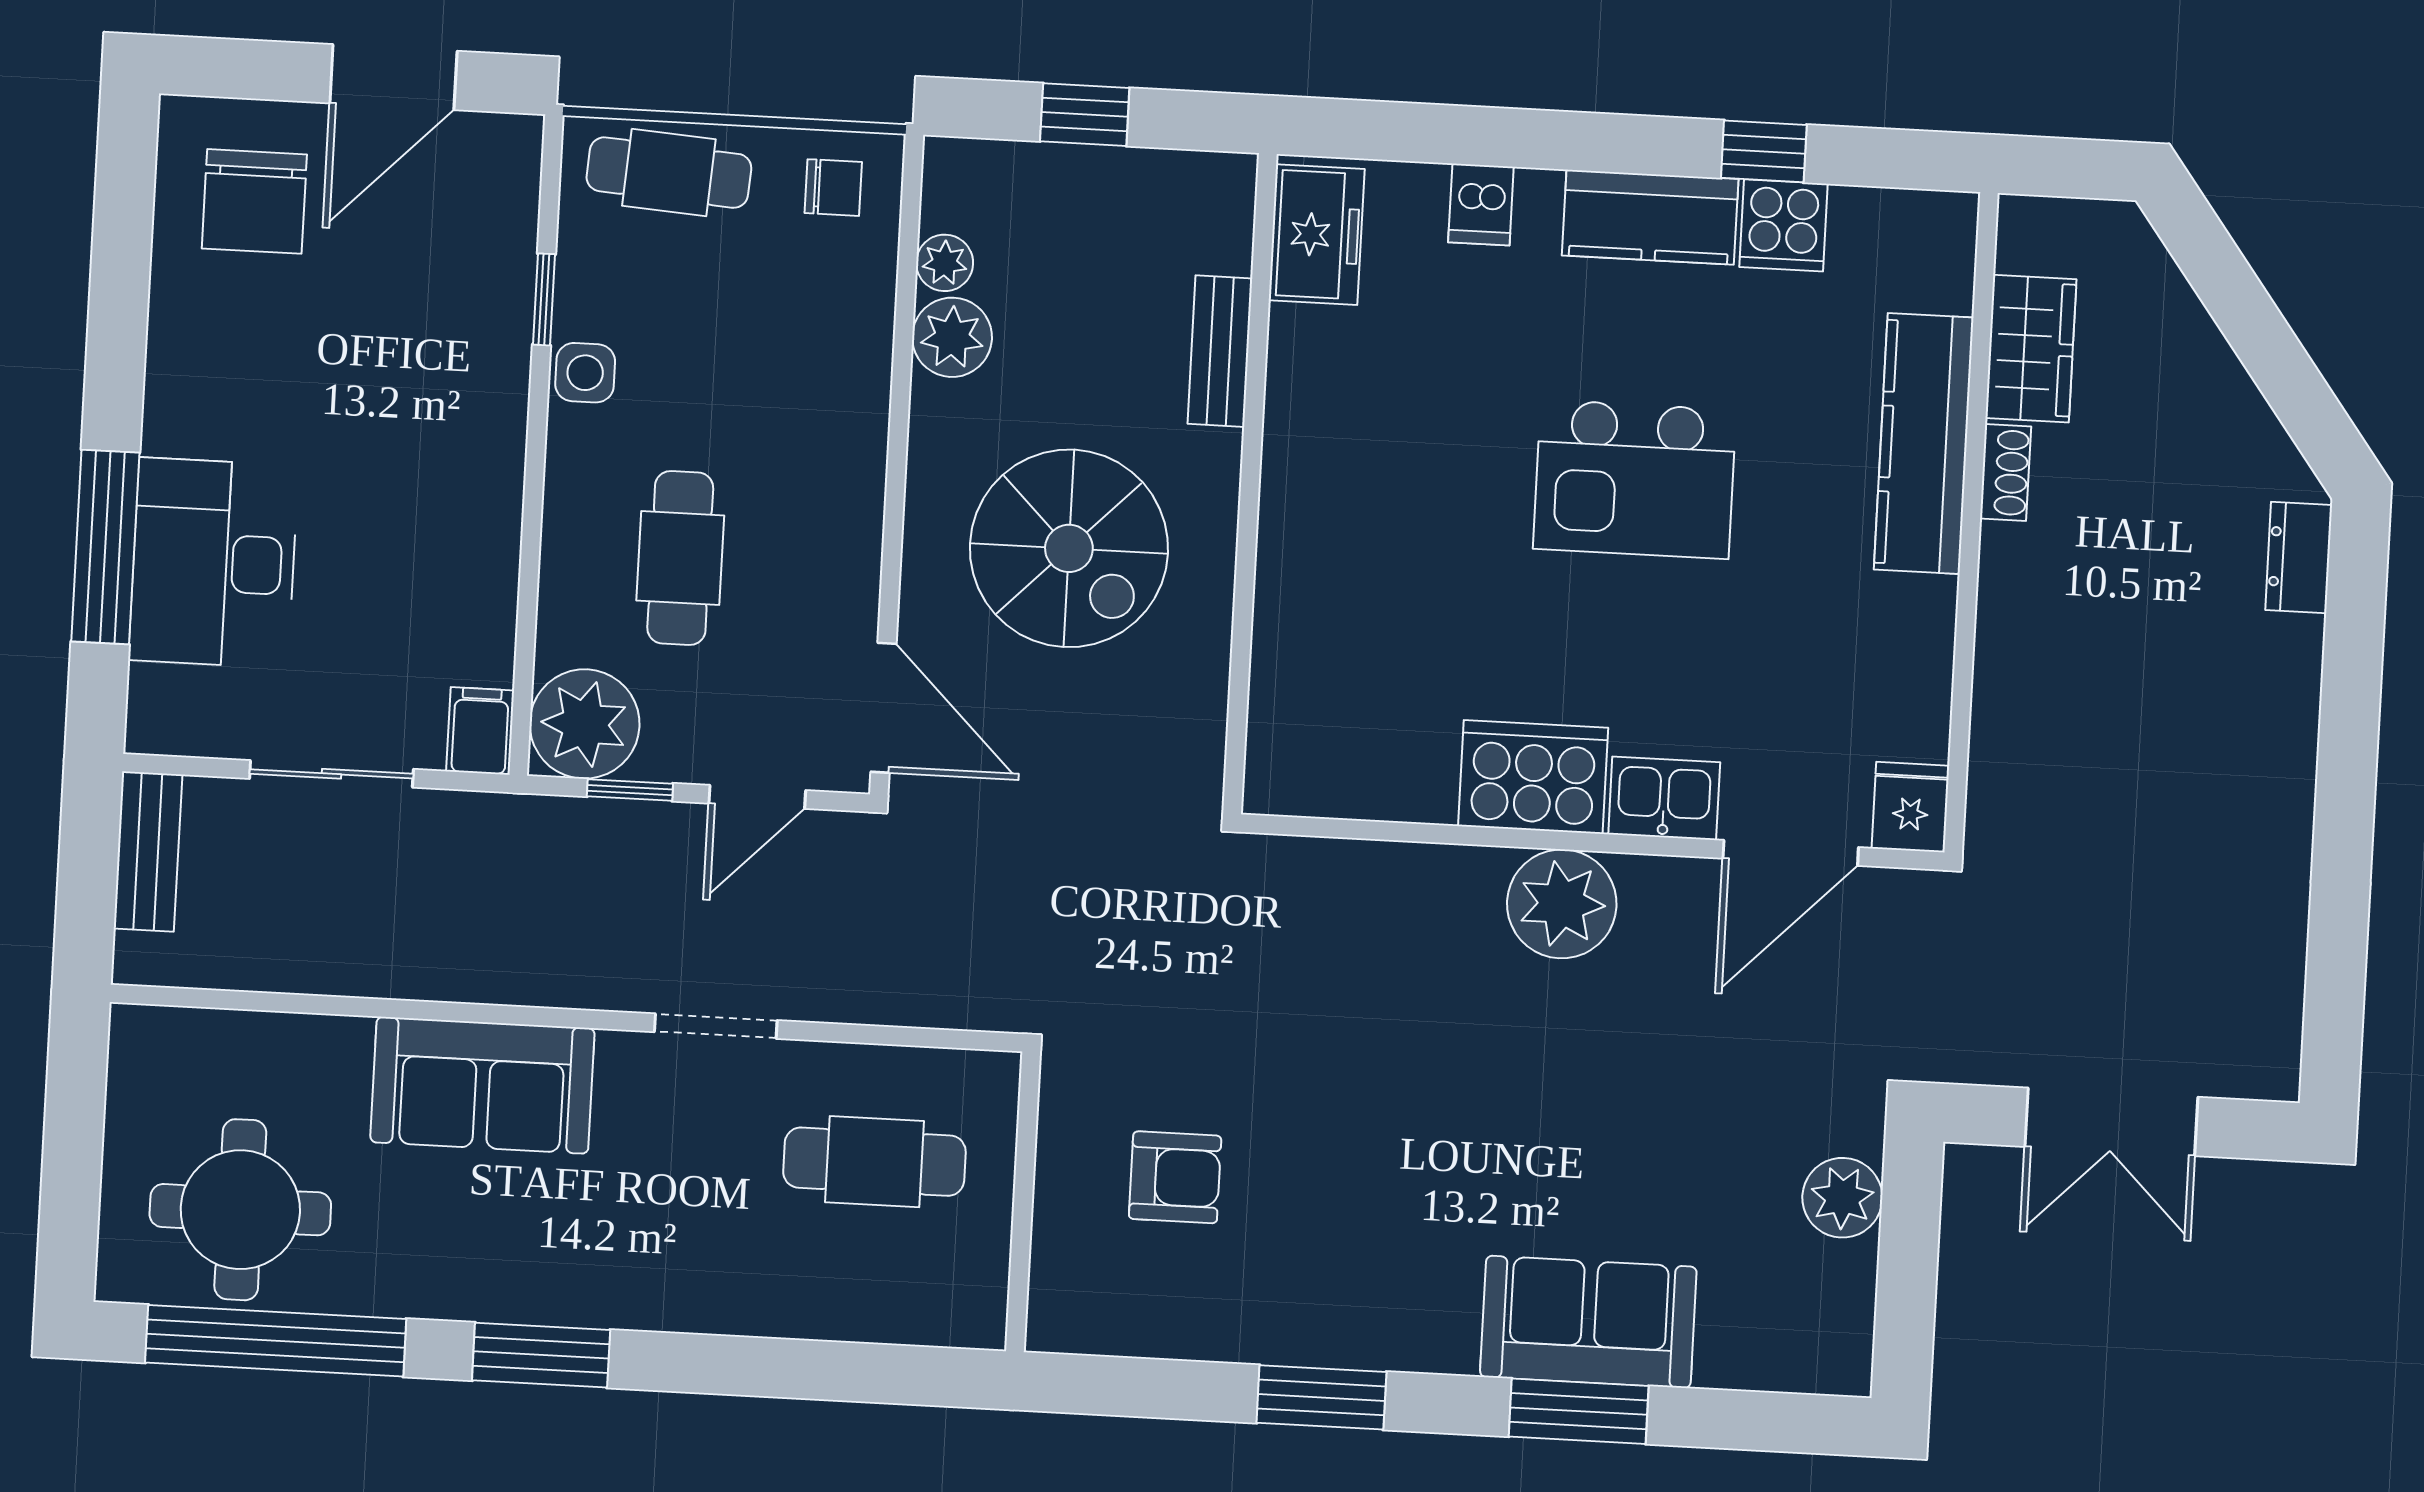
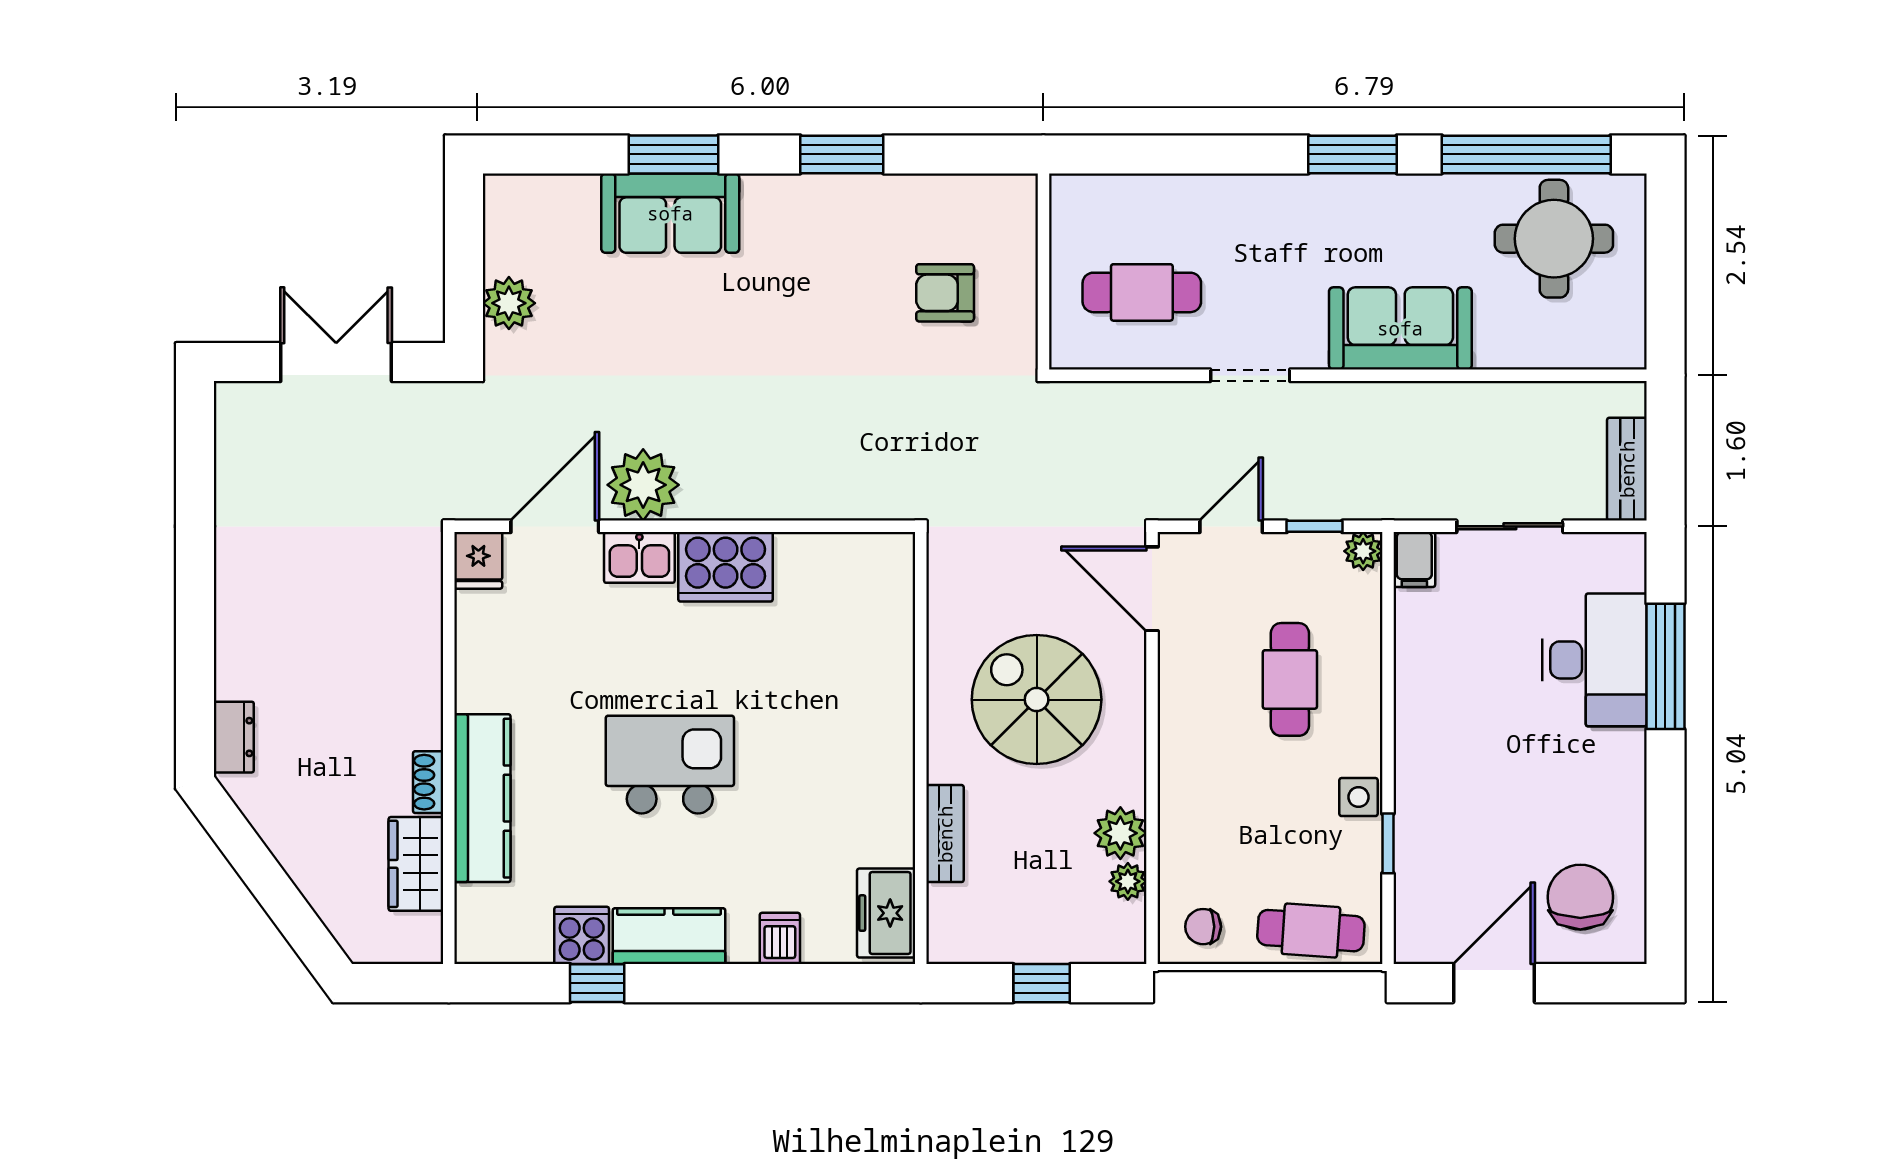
plant: (585, 724) -> (1363, 551), width x0.53, depth x0.53
plant: (1562, 904) -> (643, 485), moved

